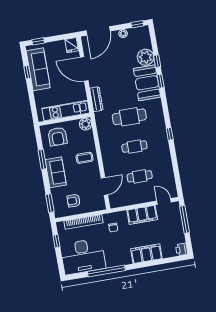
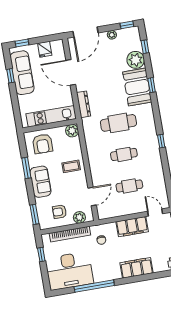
fridge: (72, 45) -> (45, 49), moved
window: (157, 61) -> (145, 47), moved
plant: (92, 206) -> (79, 217), added

